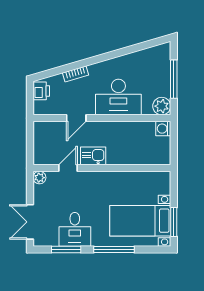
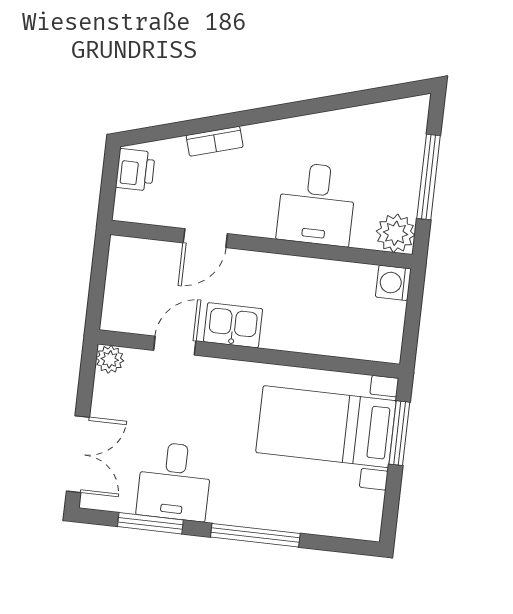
desk: (118, 97) -> (316, 204), width x0.73
bed with nightstands: (140, 221) -> (326, 427), moved
double door: (30, 222) -> (78, 454), swing flipped
window: (174, 222) -> (399, 433), moved

